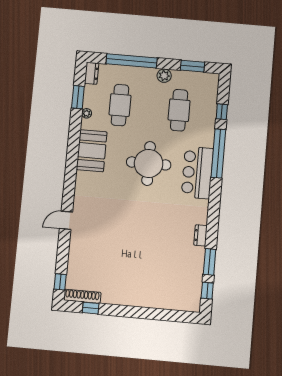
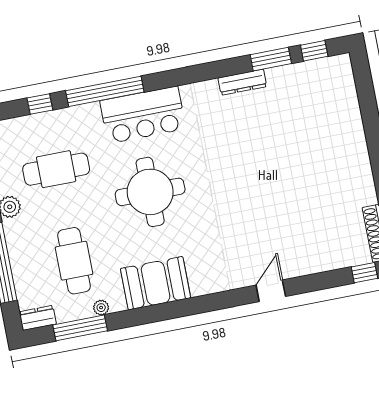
window: (78, 97) -> (80, 328), width x1.44
cafe table: (120, 105) -> (74, 261), turned 90
door: (66, 220) -> (271, 291), swing flipped
dresser: (201, 235) -> (242, 82), width x1.44

